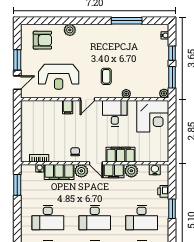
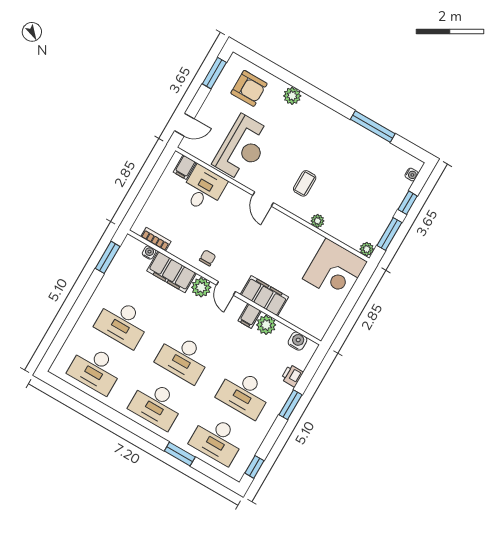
window: (17, 60) -> (214, 73), moved
reception desk: (59, 77) -> (243, 148), turned -90
door: (87, 99) -> (263, 199), hinge flipped
filing cabinet: (68, 107) -> (185, 167), moved
desk: (115, 113) -> (203, 189), moved
filing cabinet: (114, 171) -> (250, 316), width x0.50

